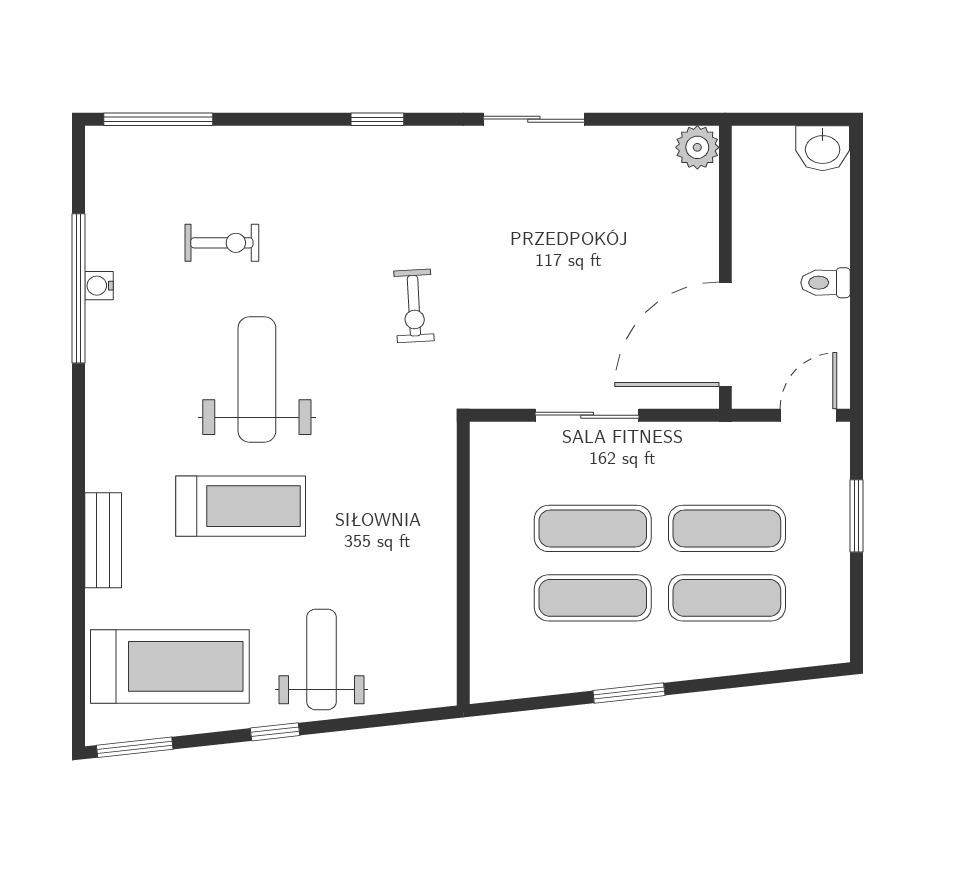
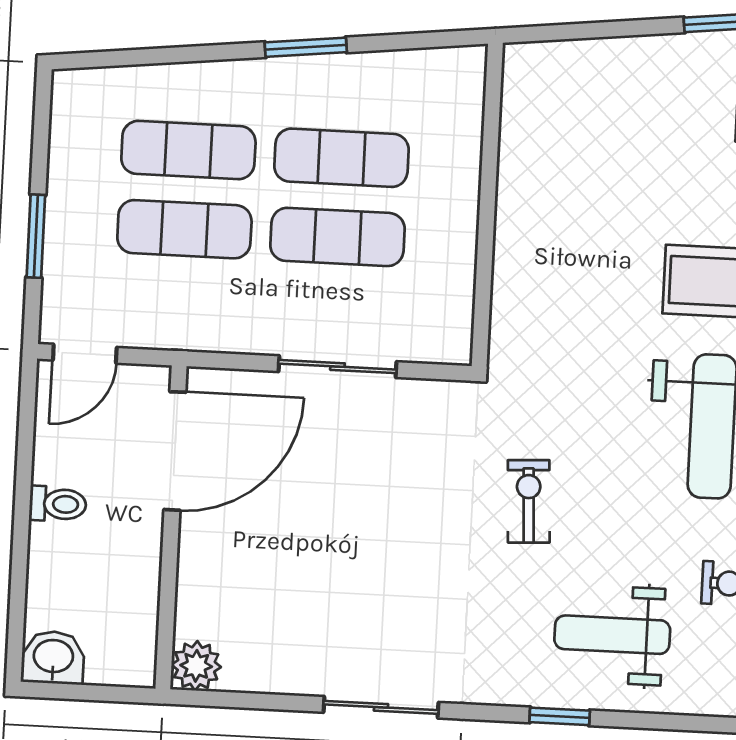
weight bench: (322, 659) -> (612, 635), moved, turned 90

